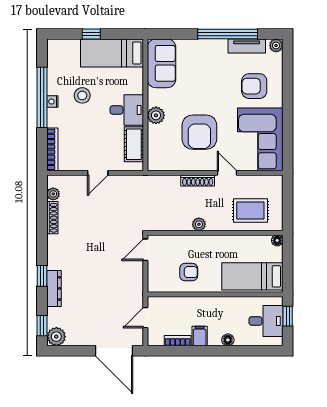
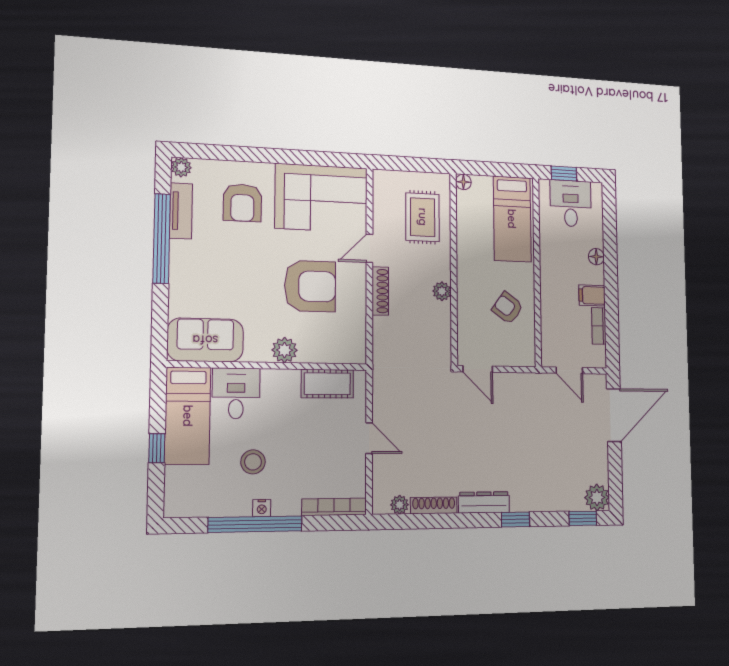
desk: (127, 110) -> (236, 393), moved
armchair: (189, 272) -> (508, 308), turned -54
dresser: (54, 288) -> (484, 502), moved

